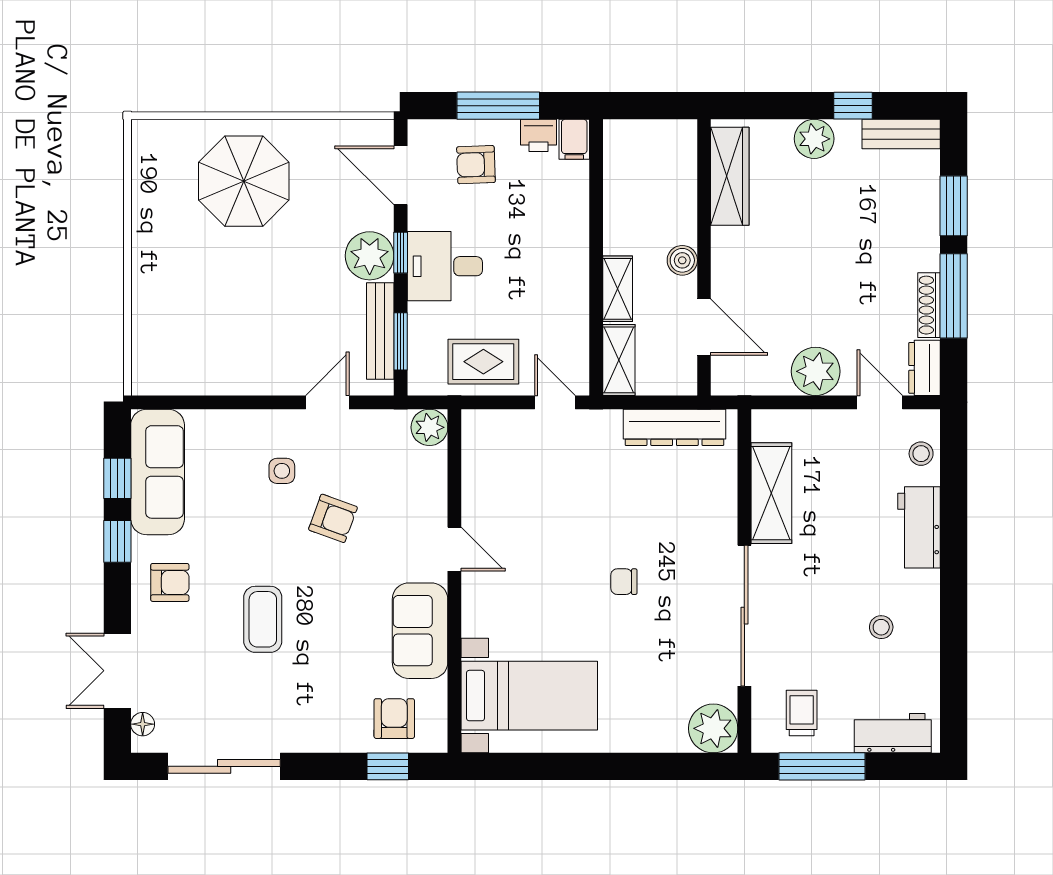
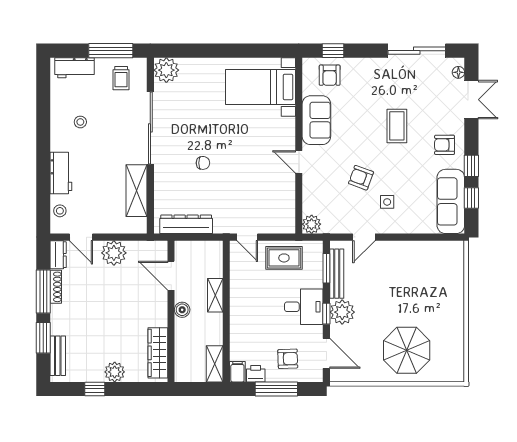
bench: (901, 134) -> (58, 356), moved, turned 90
shelving: (619, 360) -> (215, 364), moved
chair: (624, 582) -> (203, 163), moved

